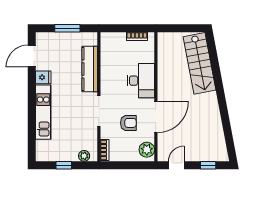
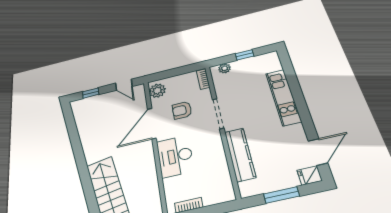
fridge: (43, 77) -> (310, 175), moved
door: (176, 165) -> (124, 85), hinge flipped

